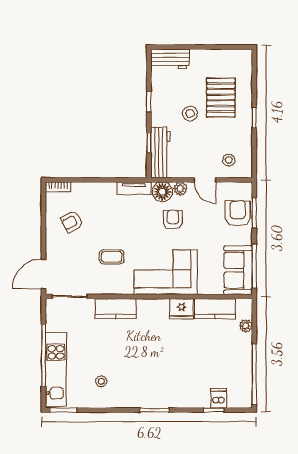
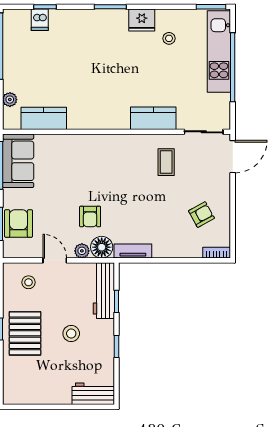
pallet: (221, 98) -> (25, 333), moved
armchair: (238, 213) -> (19, 223), turned 180
coffee table: (112, 257) -> (166, 162), moved, turned 90
corner sofa: (166, 272) -> (98, 159), removed
fridge: (181, 309) -> (142, 20), moved, turned 180

